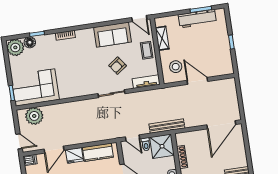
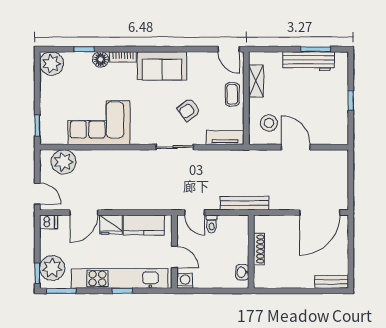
sofa: (113, 35) -> (162, 66), moved
floor lamp: (30, 42) -> (101, 59), moved
corner sofa: (35, 87) -> (99, 123), moved
shower: (162, 146) -> (234, 230), removed

